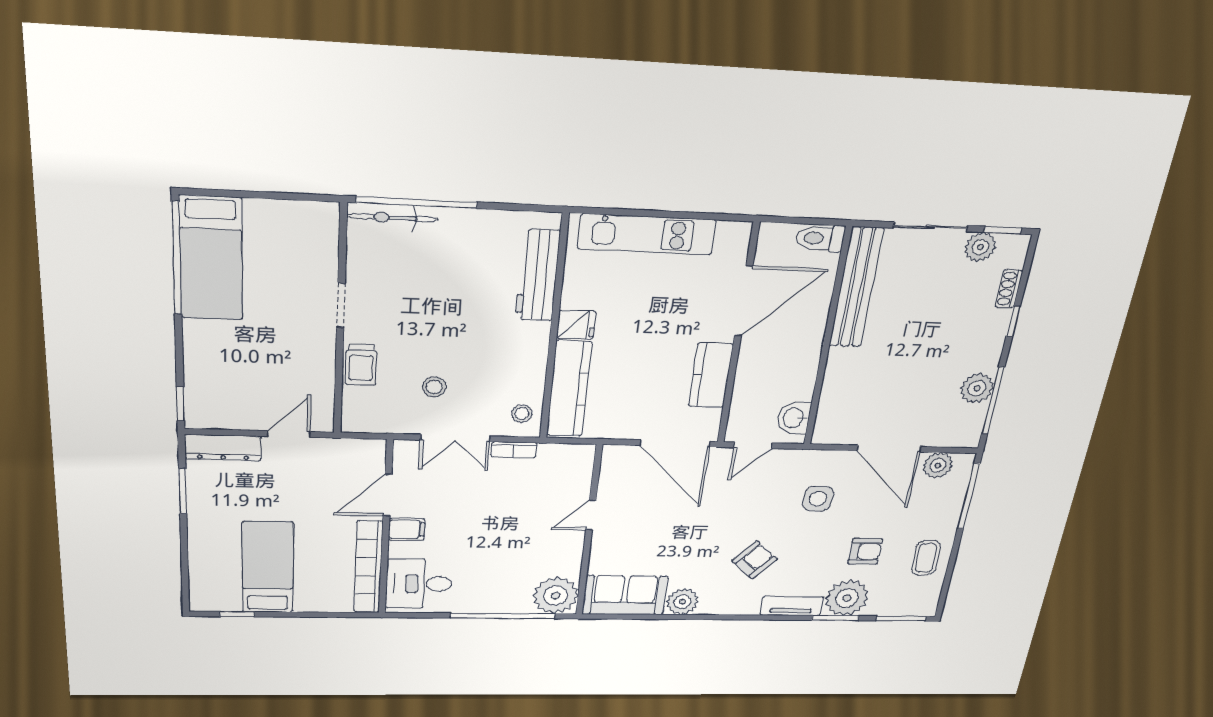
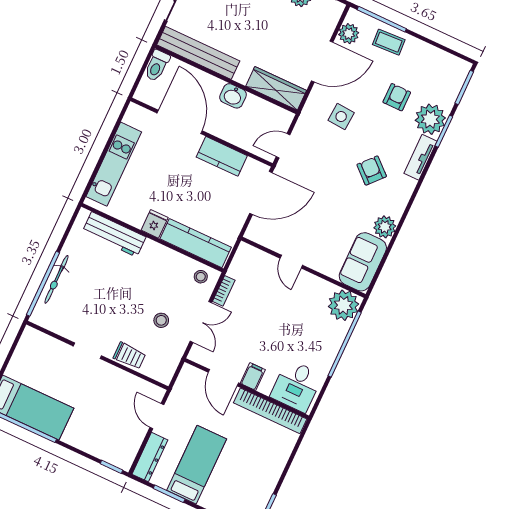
bicycle: (393, 218) -> (56, 279), moved
wardrobe: (834, 407) -> (276, 88), added
washbasin: (794, 418) -> (233, 96), moved
door: (753, 445) -> (283, 146), swing flipped
coffee table: (926, 558) -> (389, 42), moved
bed: (268, 567) -> (197, 465), moved, turned 90

